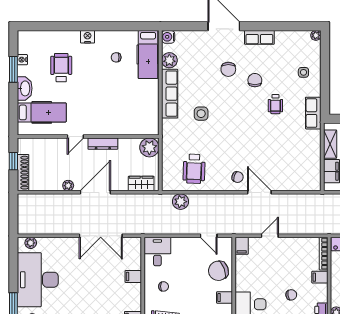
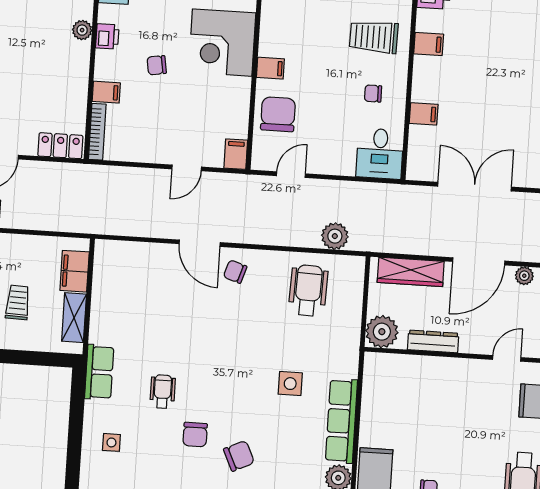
chair: (228, 69) -> (239, 456), turned 65
dresser: (103, 144) -> (433, 341), moved
wardrobe: (141, 184) -> (411, 272), width x1.50
door: (209, 236) -> (291, 175), hinge flipped
chair: (218, 271) -> (278, 114), turned -70

